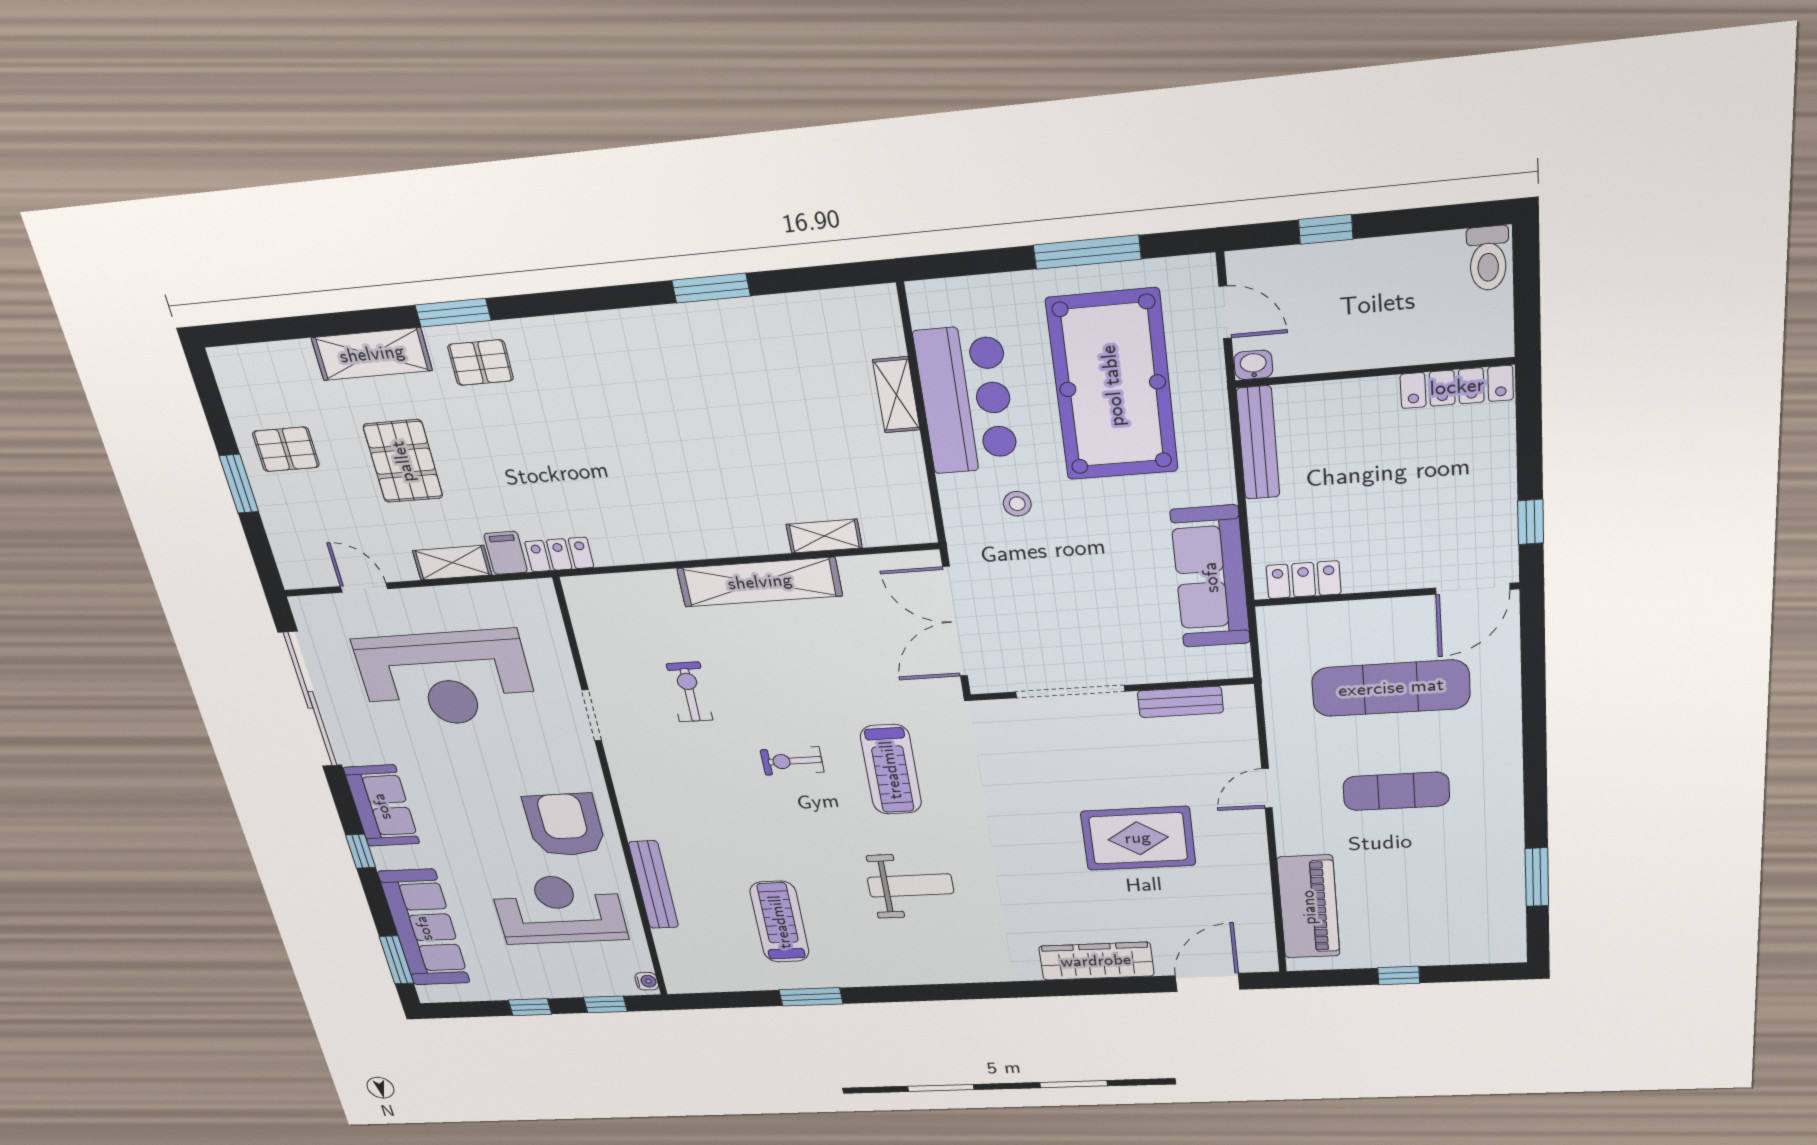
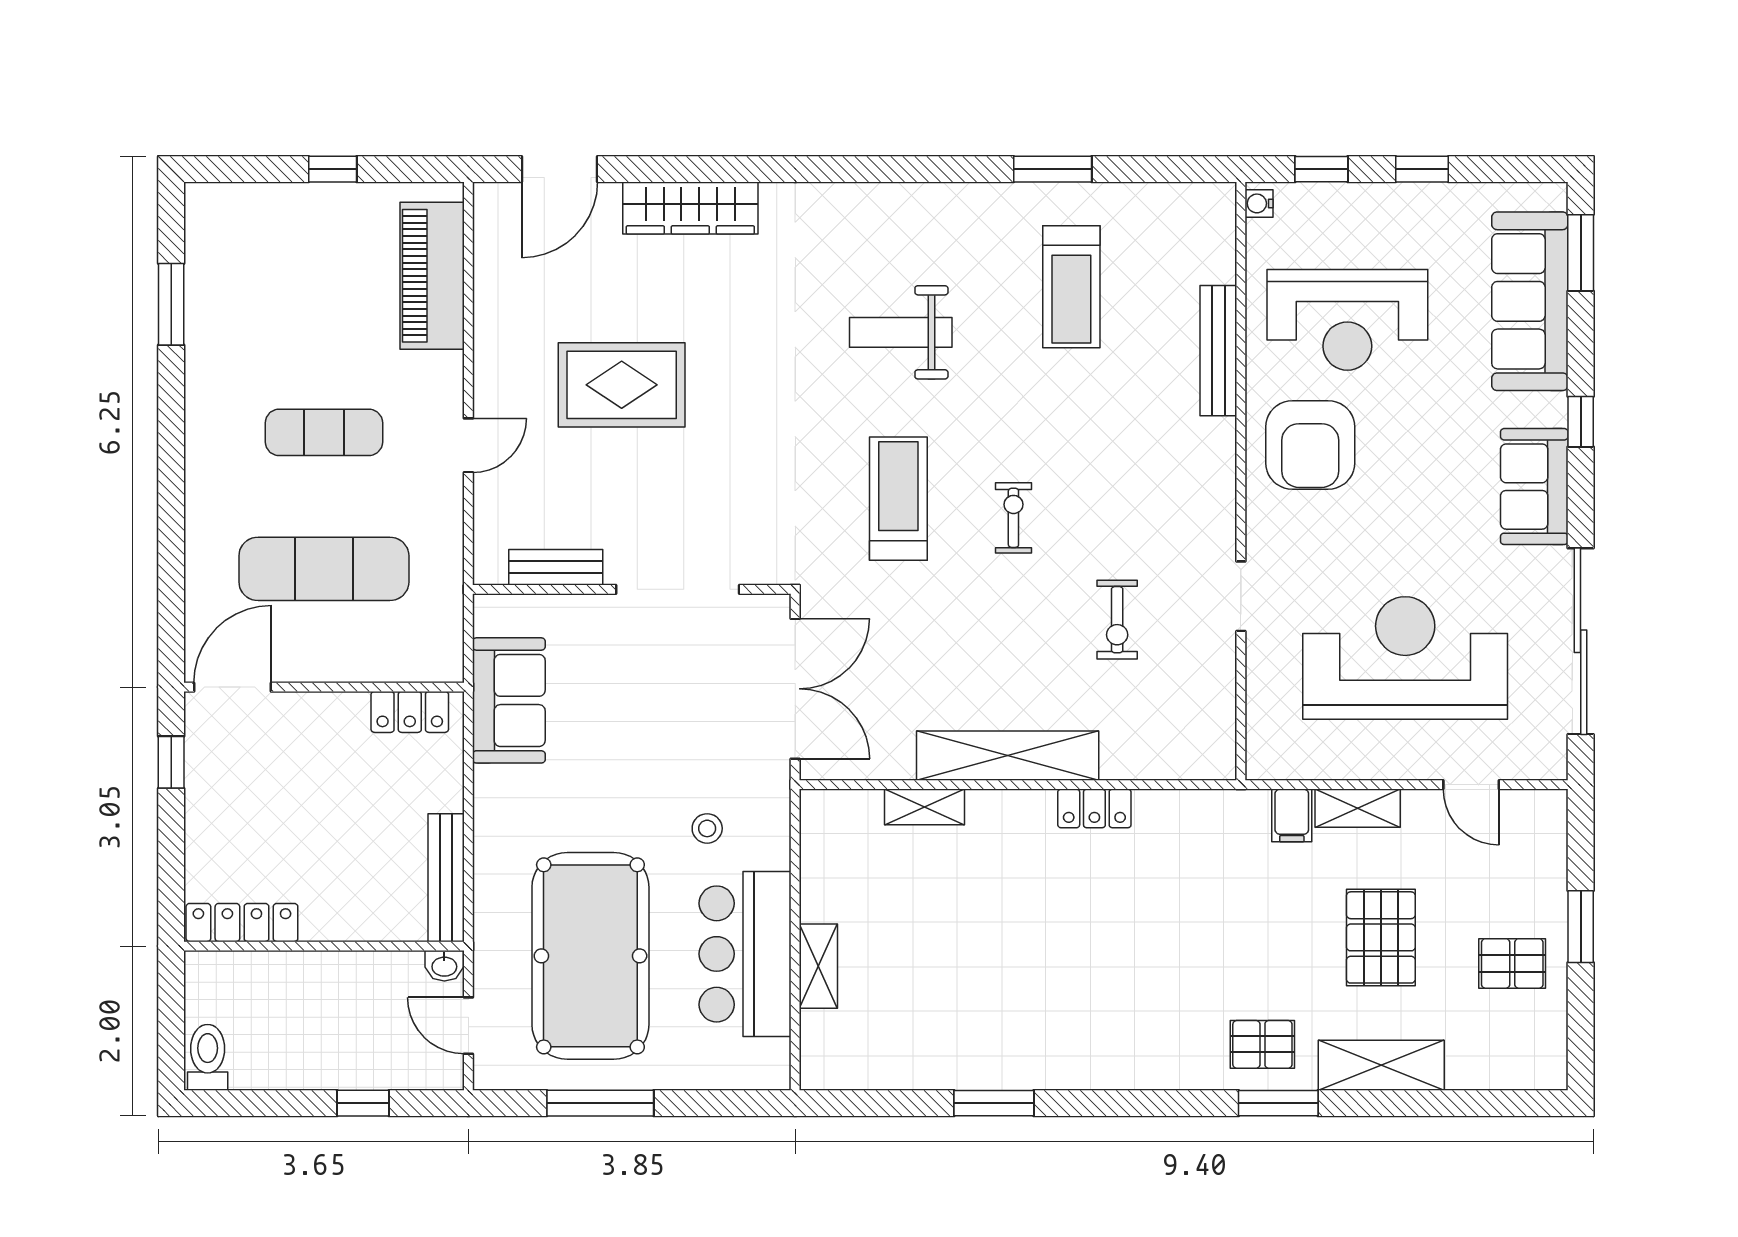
locker: (559, 555) -> (1094, 808), moved
sofa: (1211, 577) -> (509, 700), width x0.73
exercise bike: (792, 761) -> (1013, 518), turned -90

